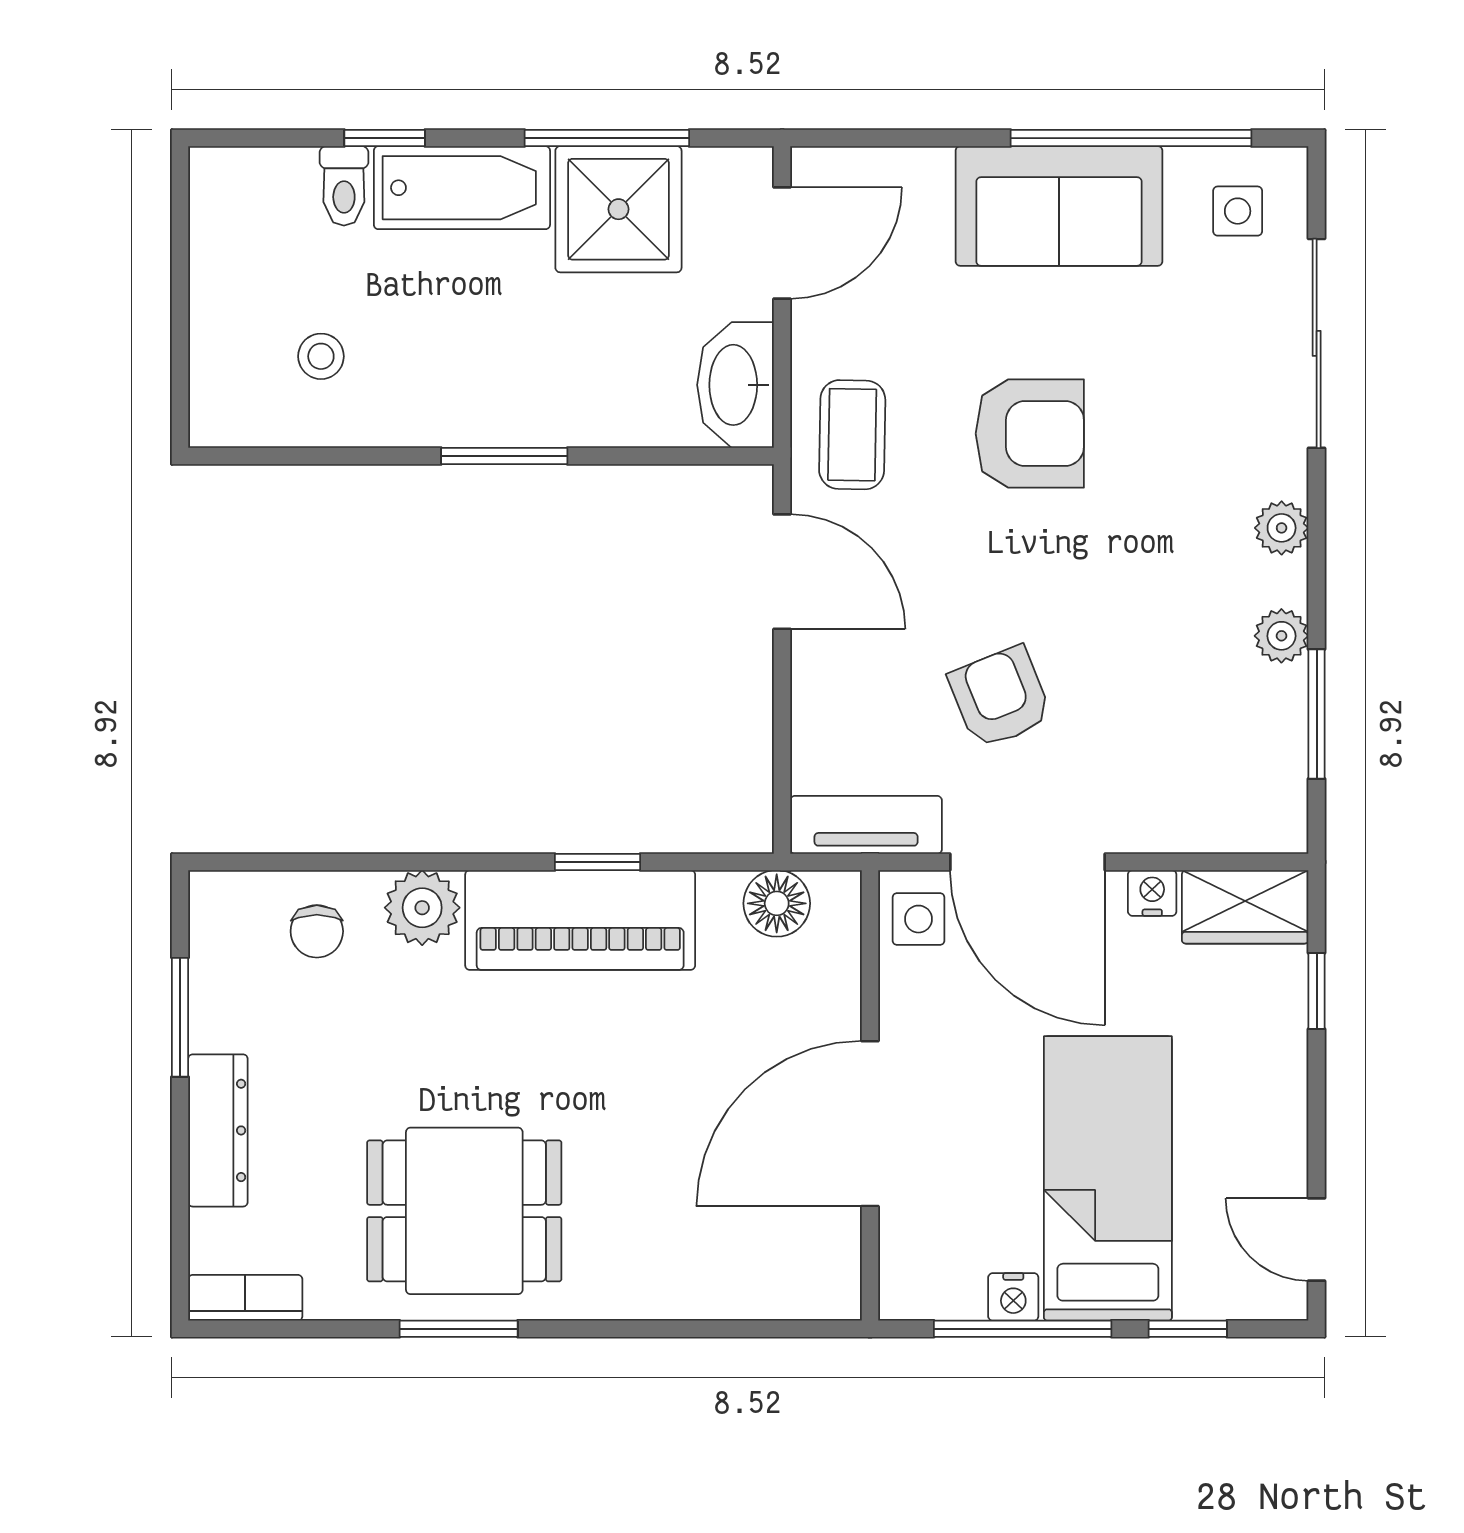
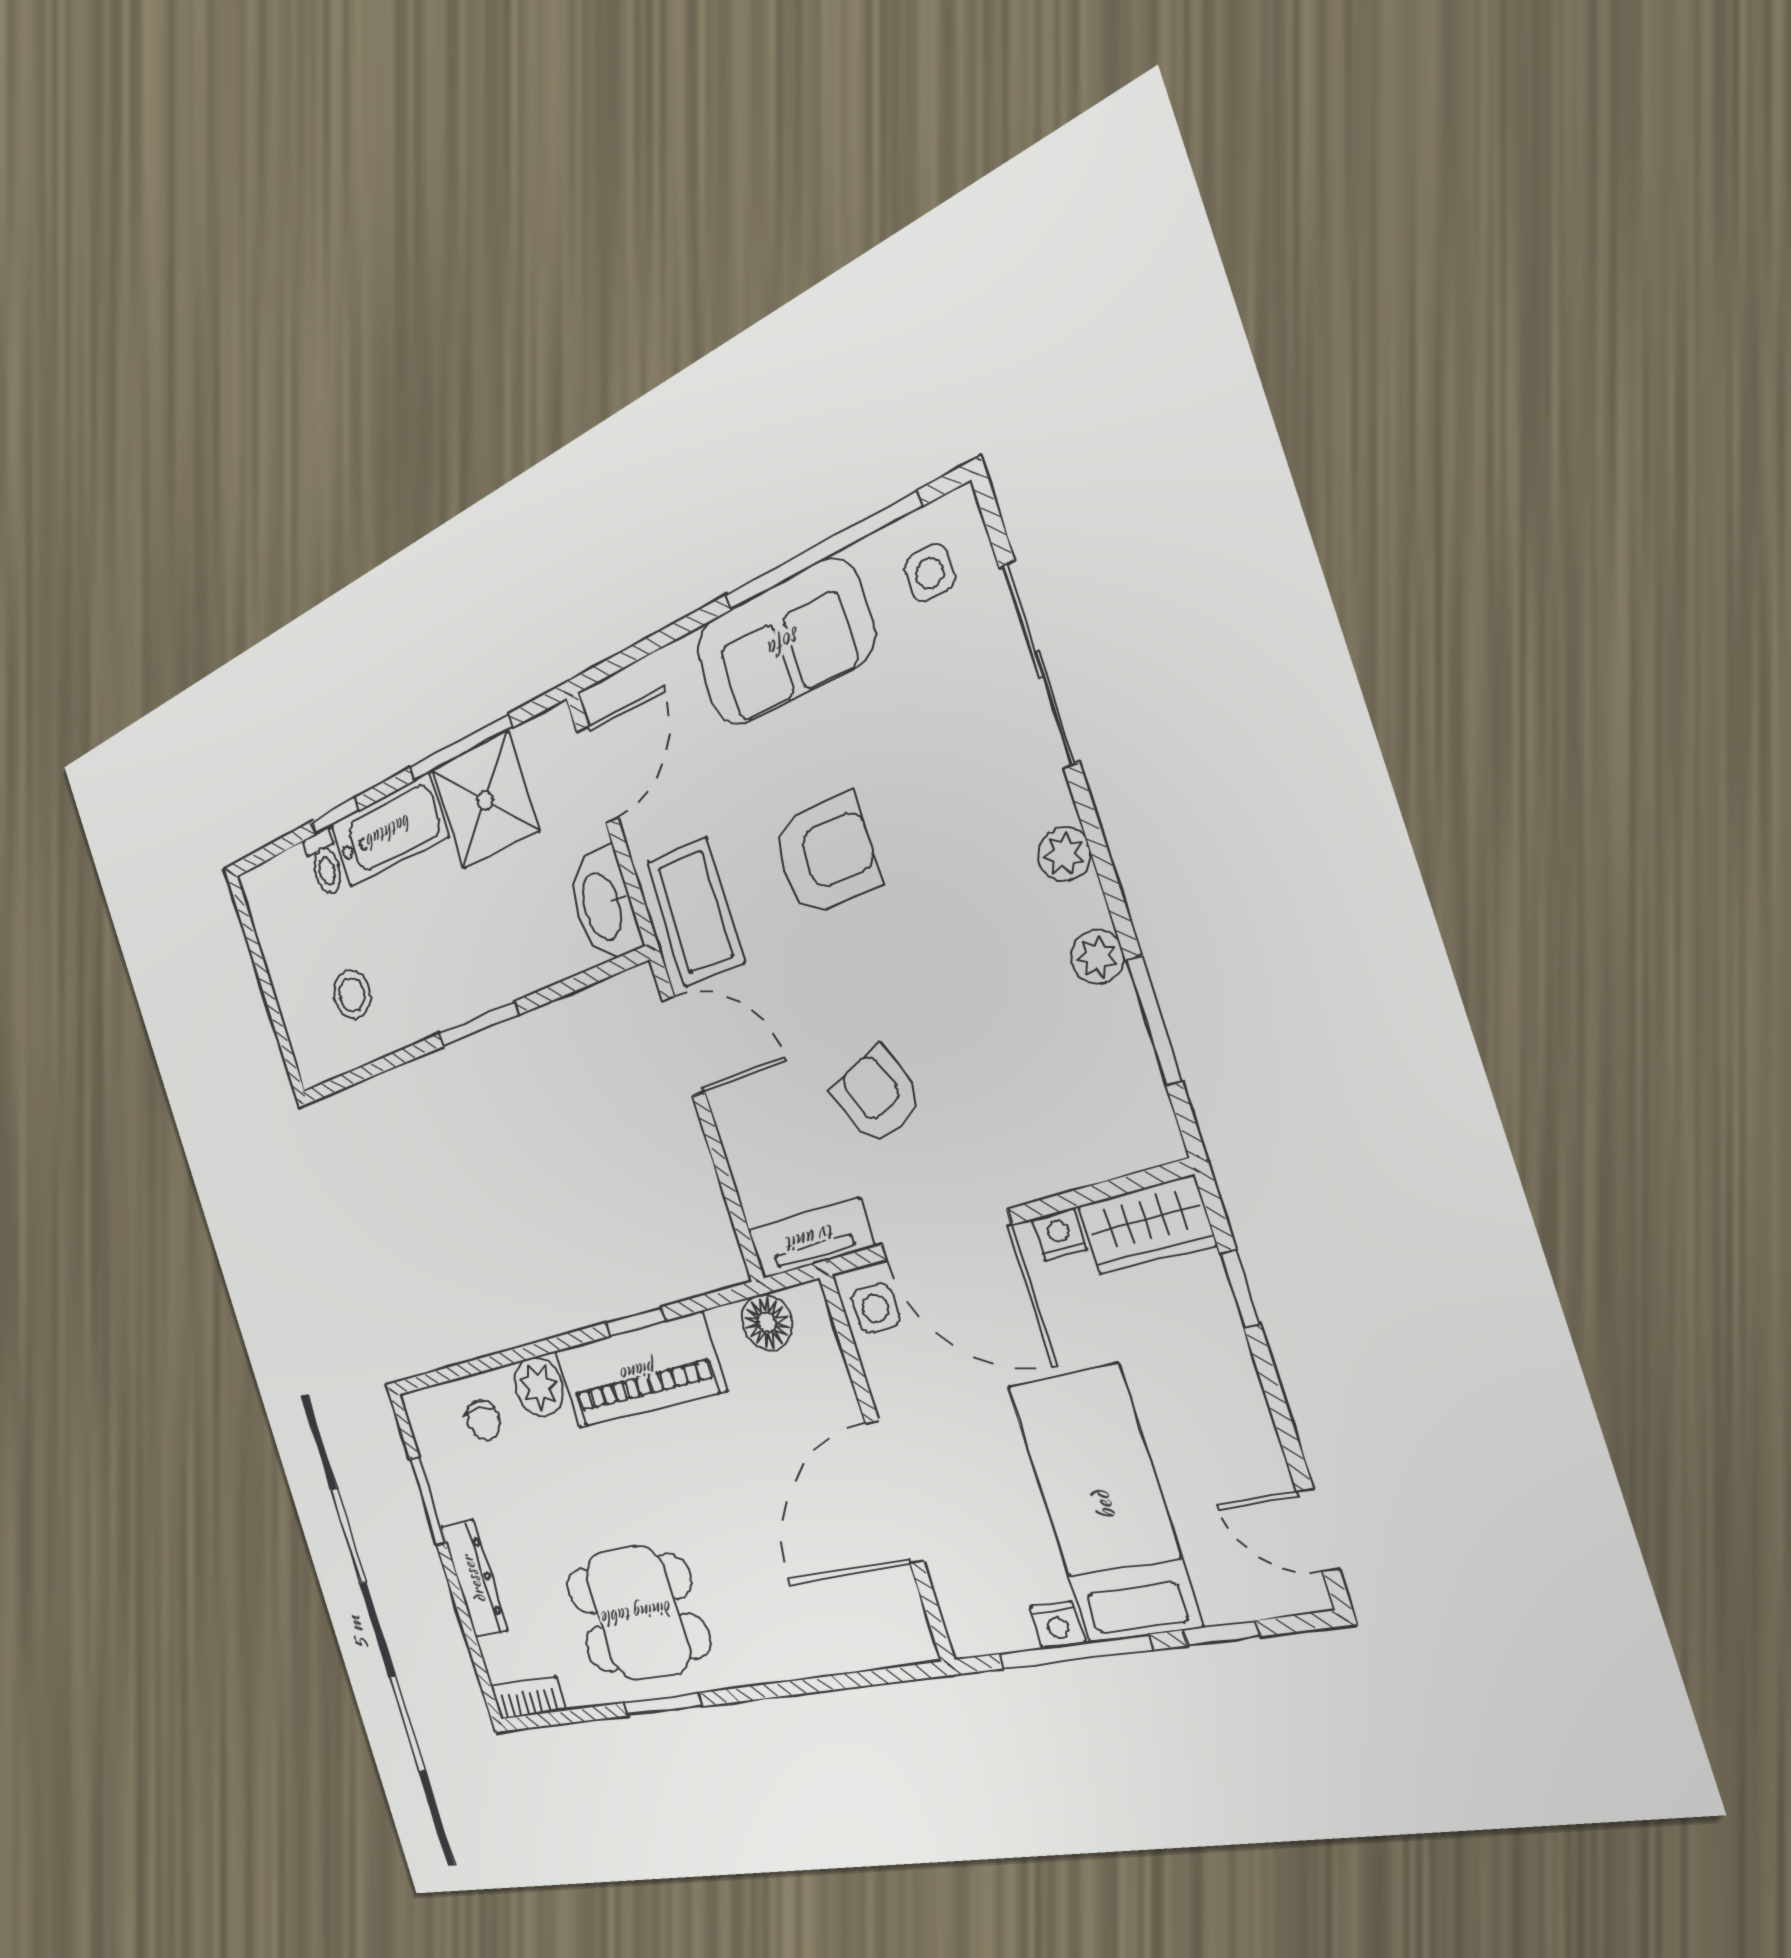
stool: (321, 356) -> (352, 995), width x1.37, depth x1.37
coffee table: (852, 435) -> (696, 912), width x1.36, depth x1.30

